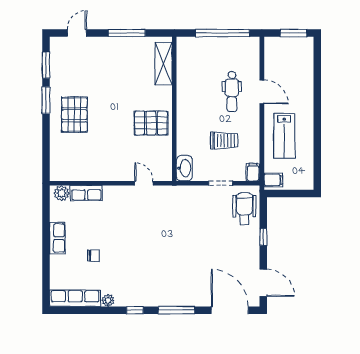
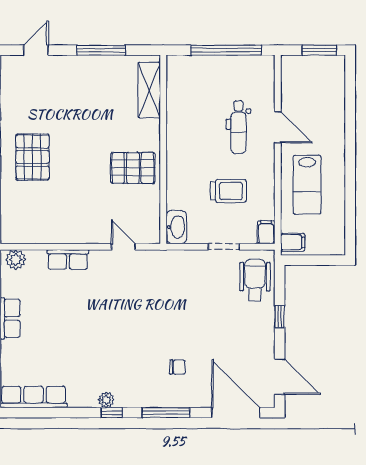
row of seats: (86, 193) -> (68, 260), moved
chair: (93, 256) -> (177, 367), moved
plant: (108, 300) -> (106, 400), moved

